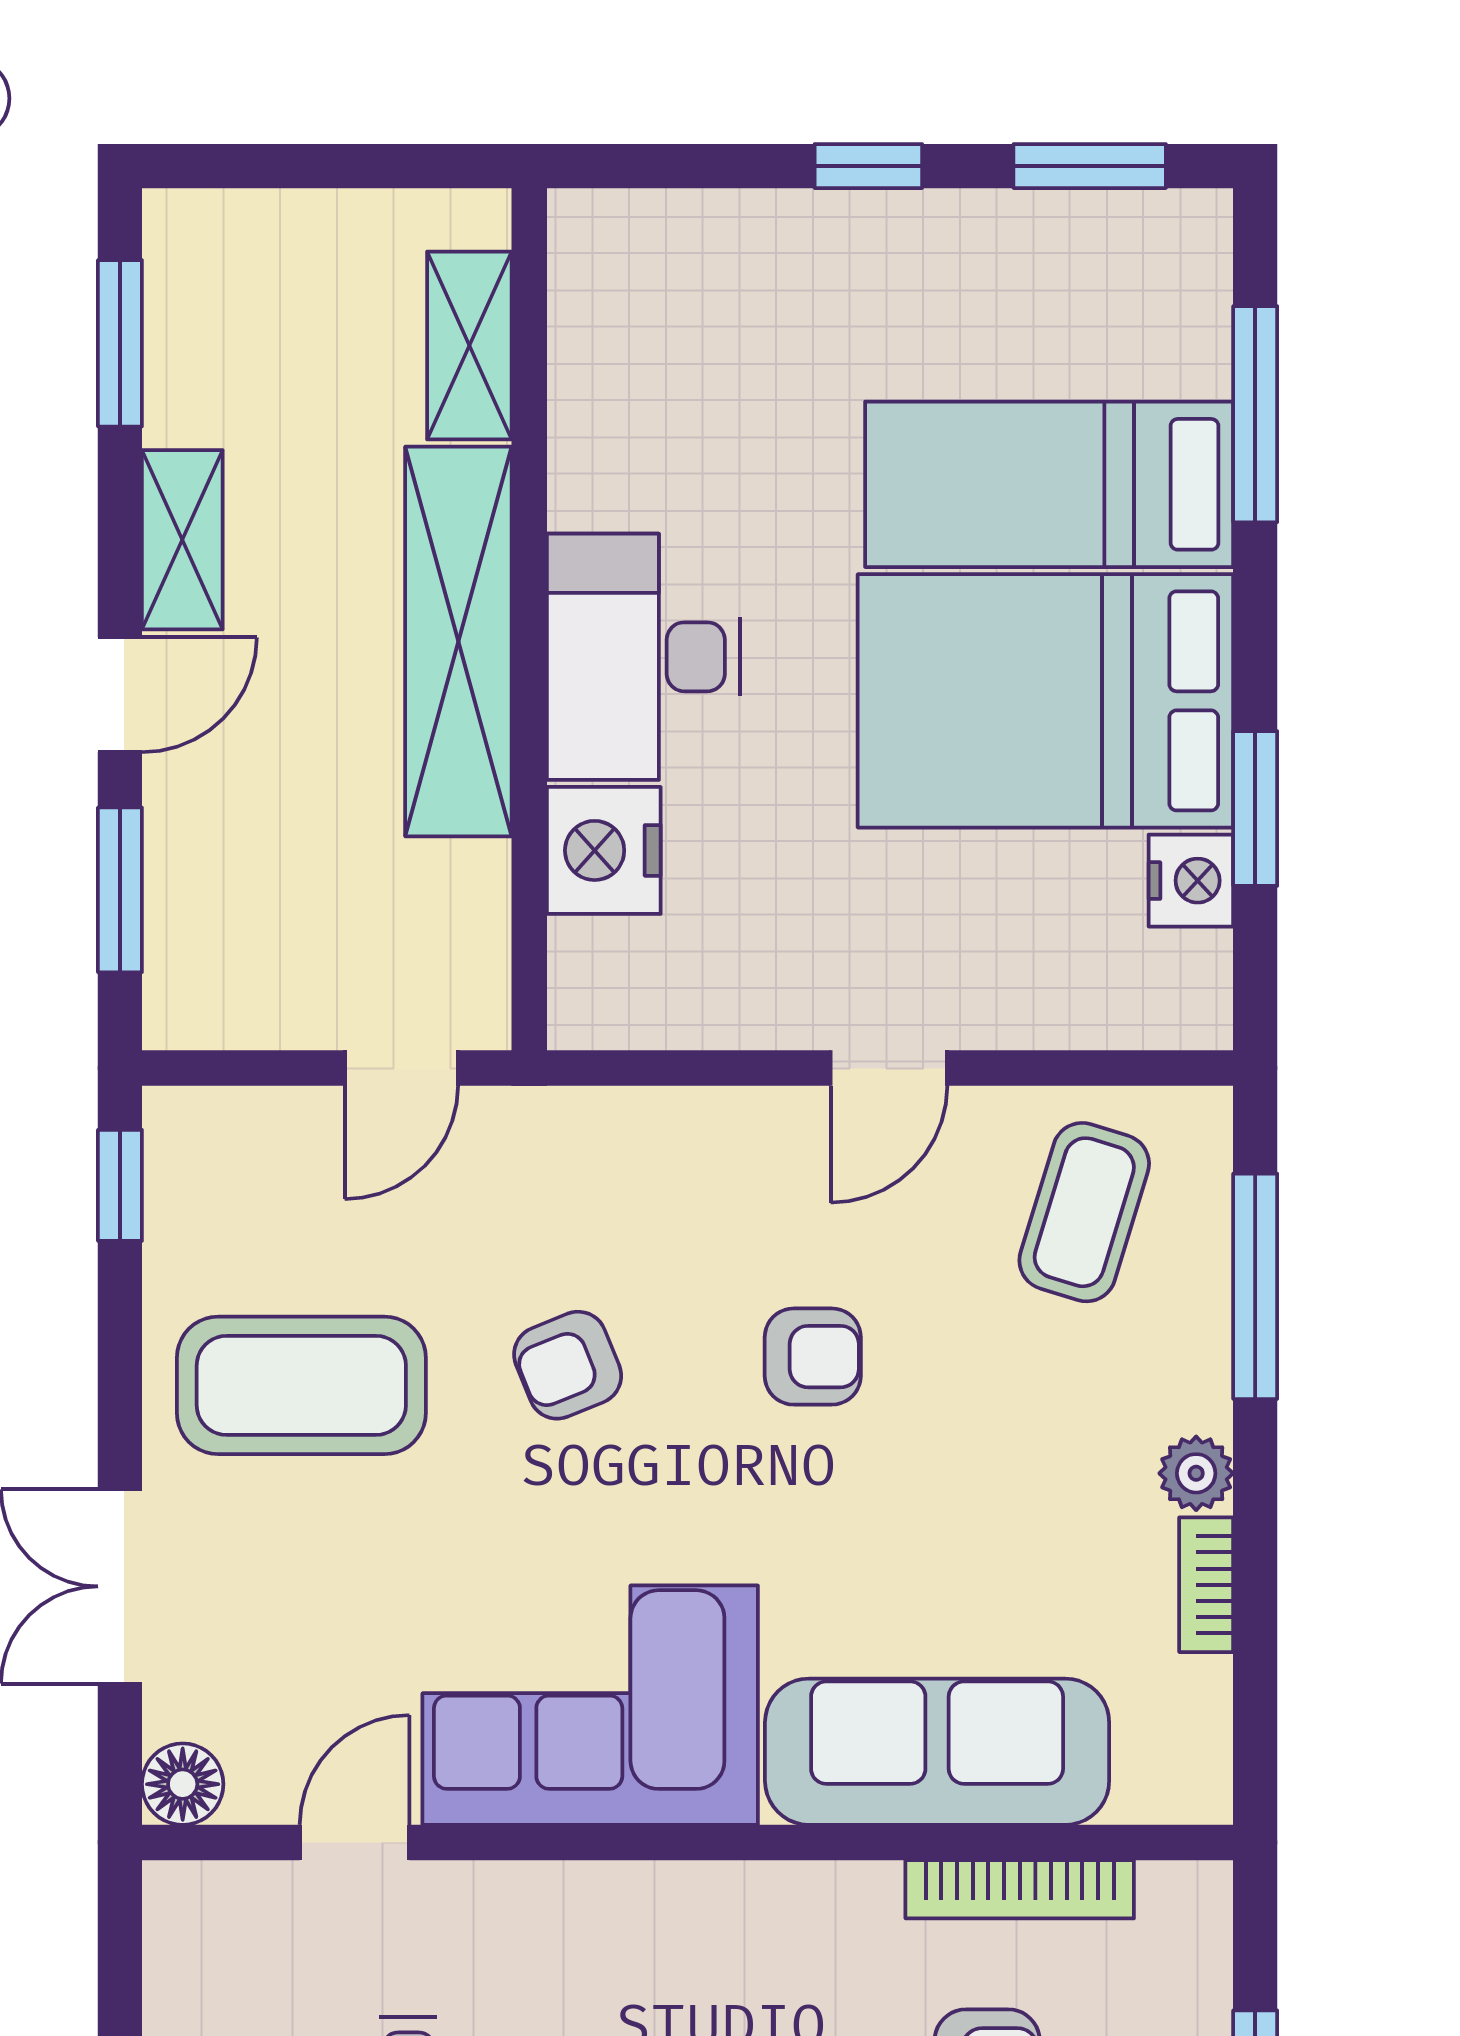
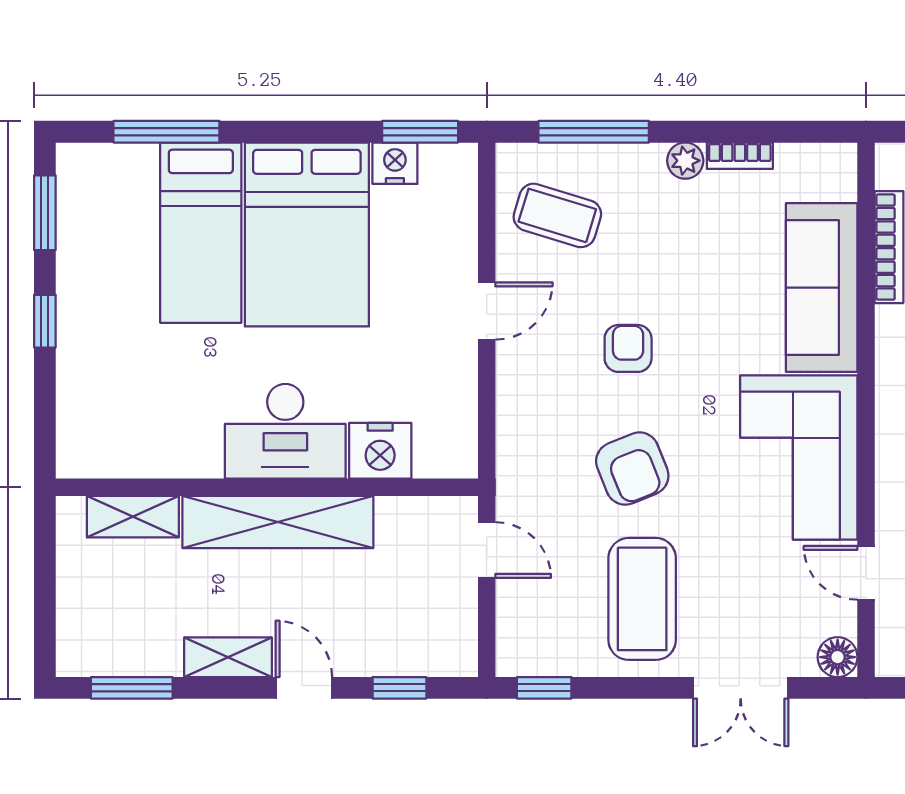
window: (1255, 808) -> (420, 132), moved
window: (120, 890) -> (399, 688), width x0.67
door: (889, 1068) -> (487, 311), hinge flipped
armchair: (568, 1365) -> (632, 469), width x1.38, depth x1.38

